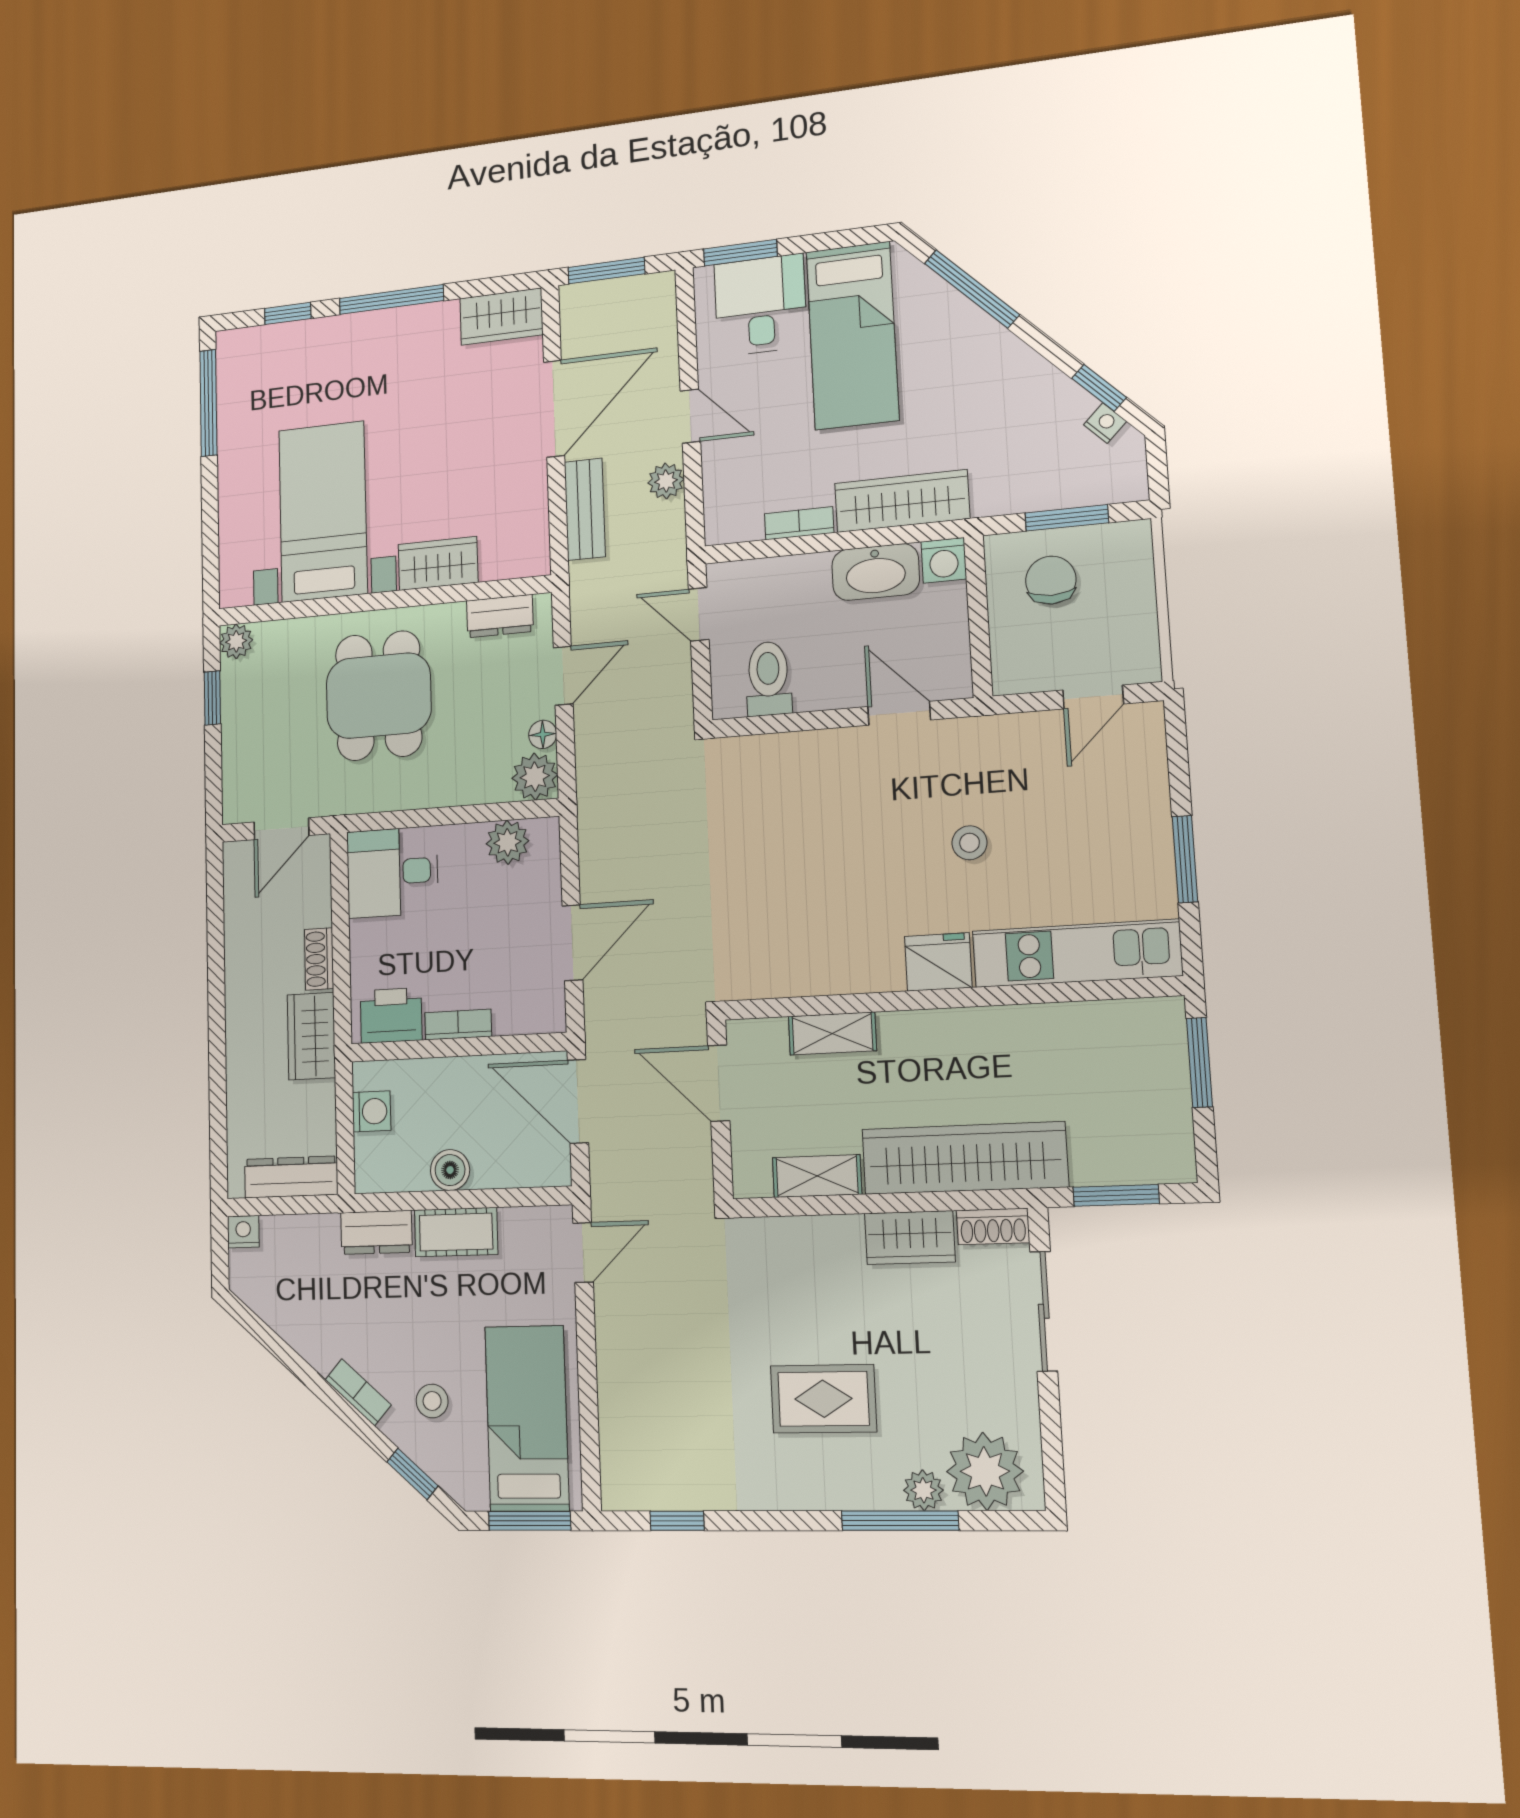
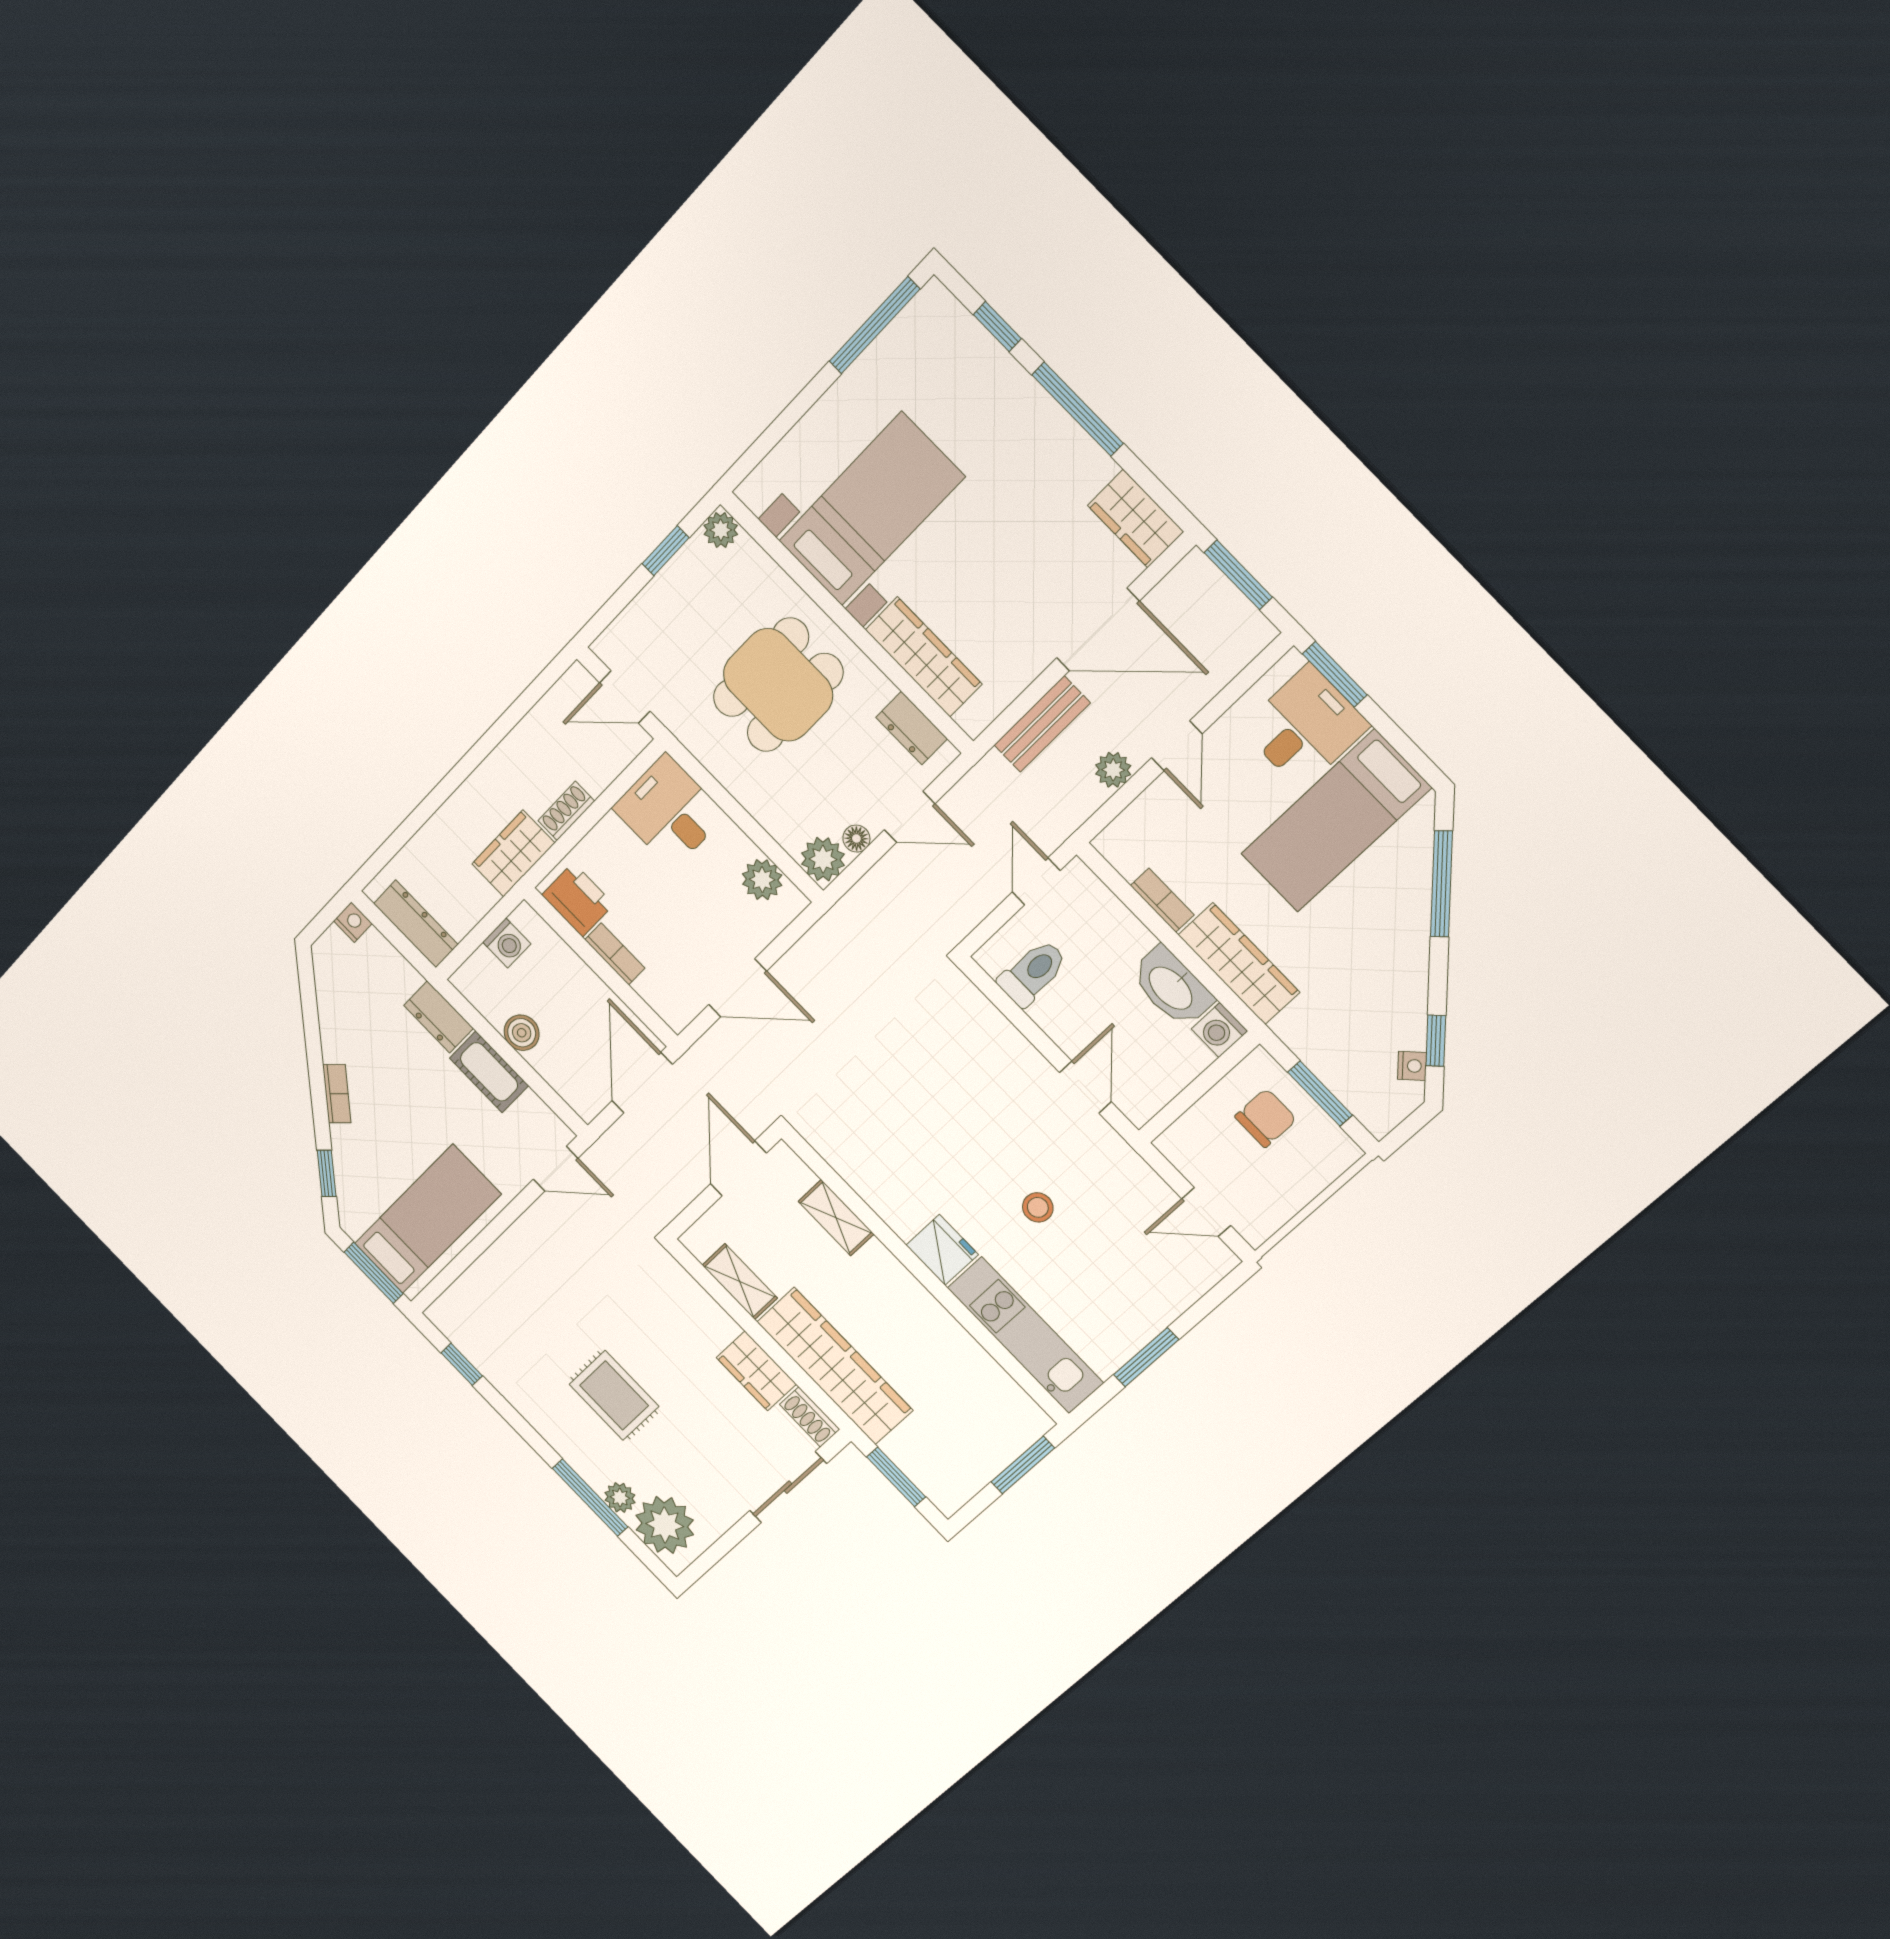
wardrobe: (438, 563) -> (924, 657), width x1.50
stool: (432, 1401) -> (379, 1148), removed

